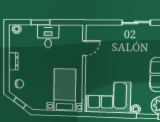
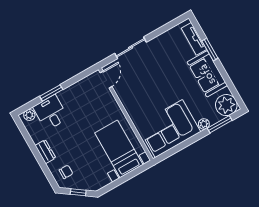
sliding door: (136, 23) -> (131, 48), moved
desk: (48, 36) -> (51, 113), moved
door: (84, 48) -> (106, 80), moved

